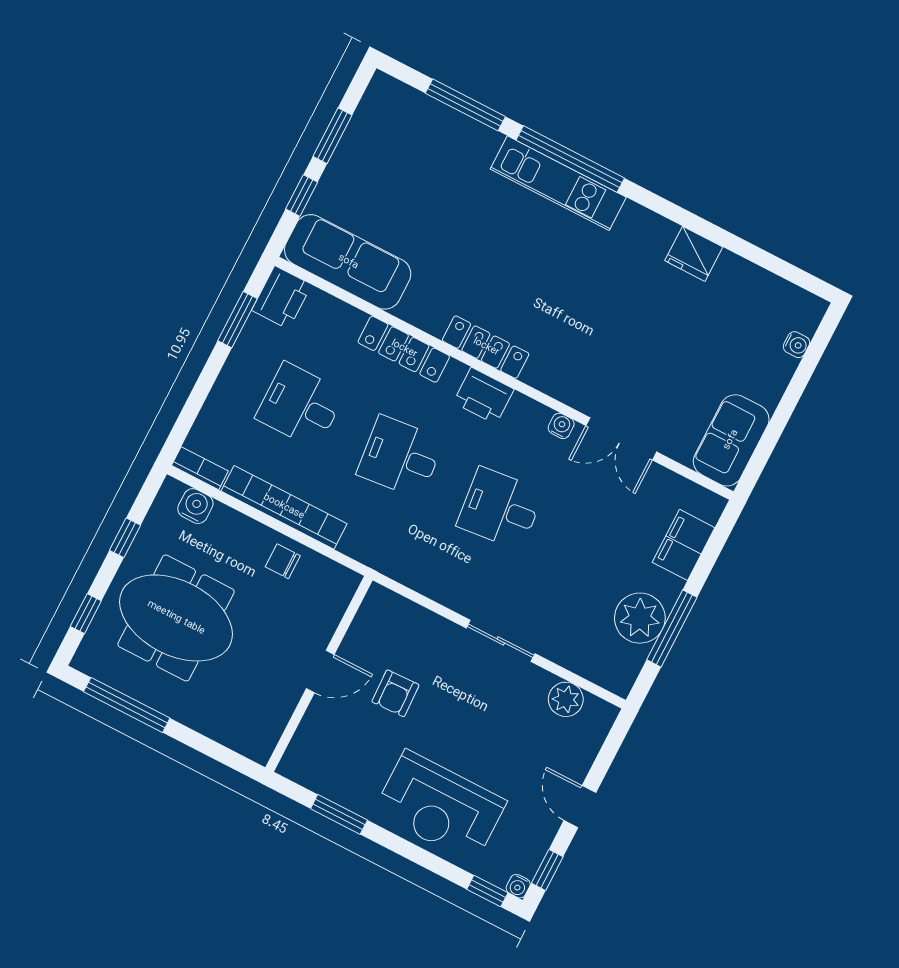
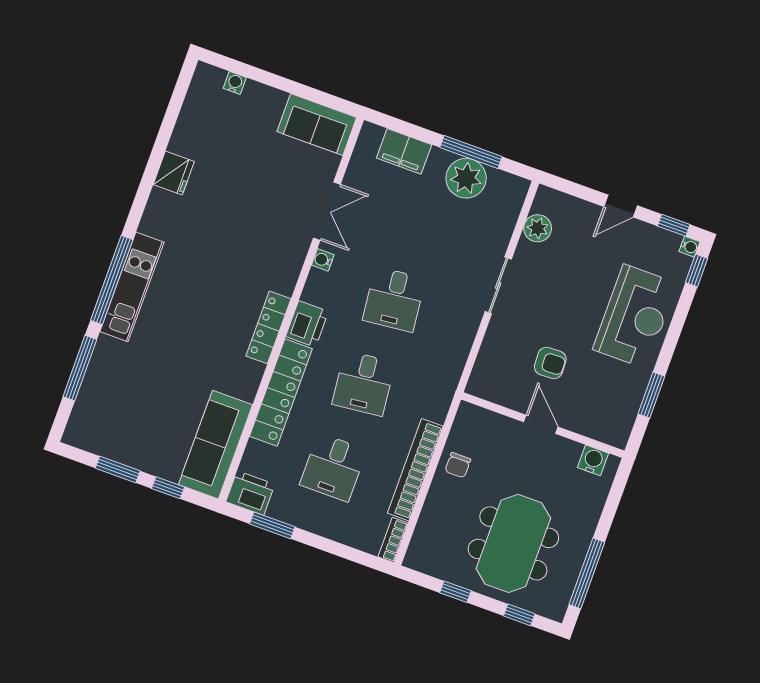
locker: (404, 349) -> (281, 392), width x1.41, depth x1.21
water cooler: (195, 506) -> (593, 460), moved, turned 90

